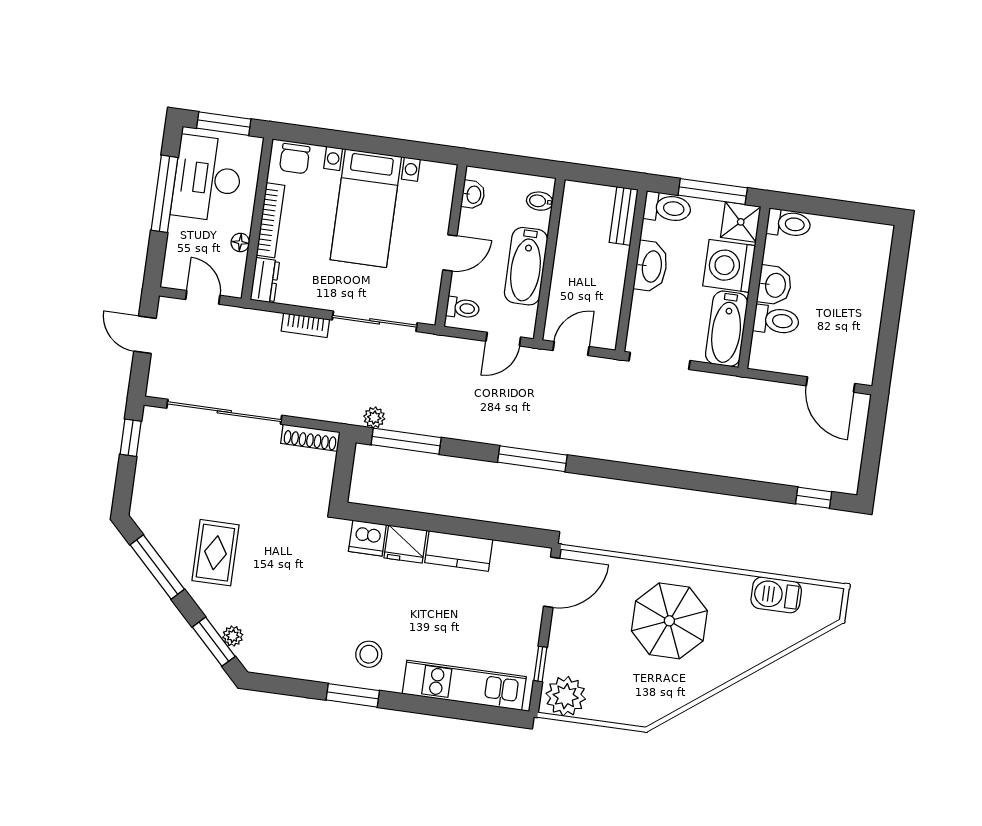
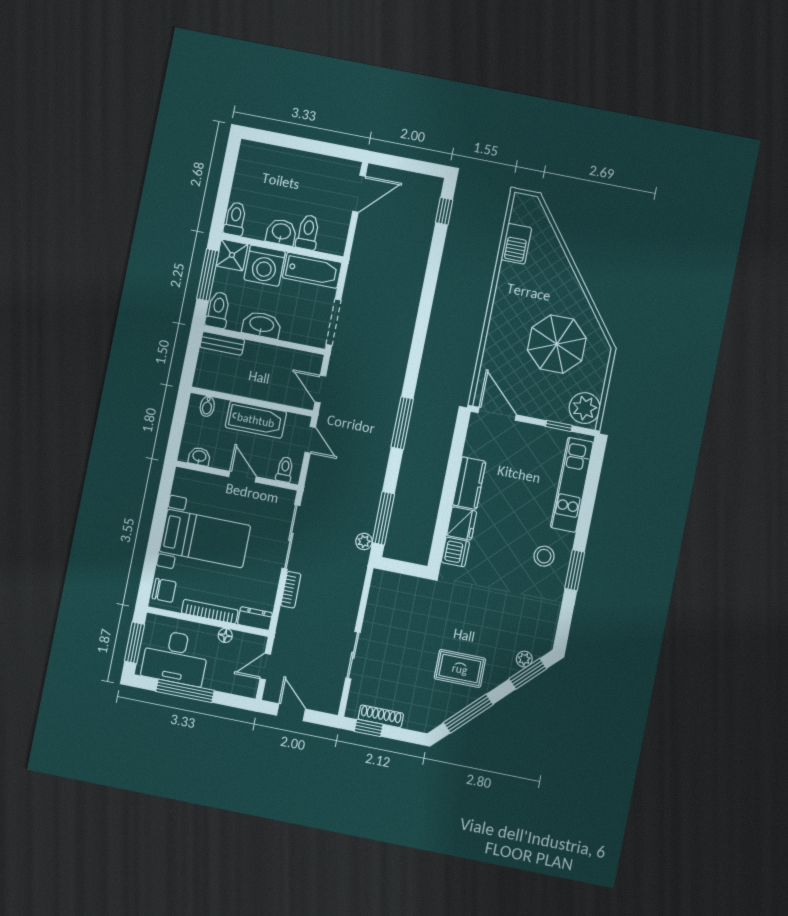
door: (145, 335) -> (291, 712), swing flipped
sliding door: (224, 412) -> (353, 655), width x0.54
shoe rack: (310, 438) -> (381, 716), moved, turned -90
parasol: (669, 621) -> (557, 344), moved

